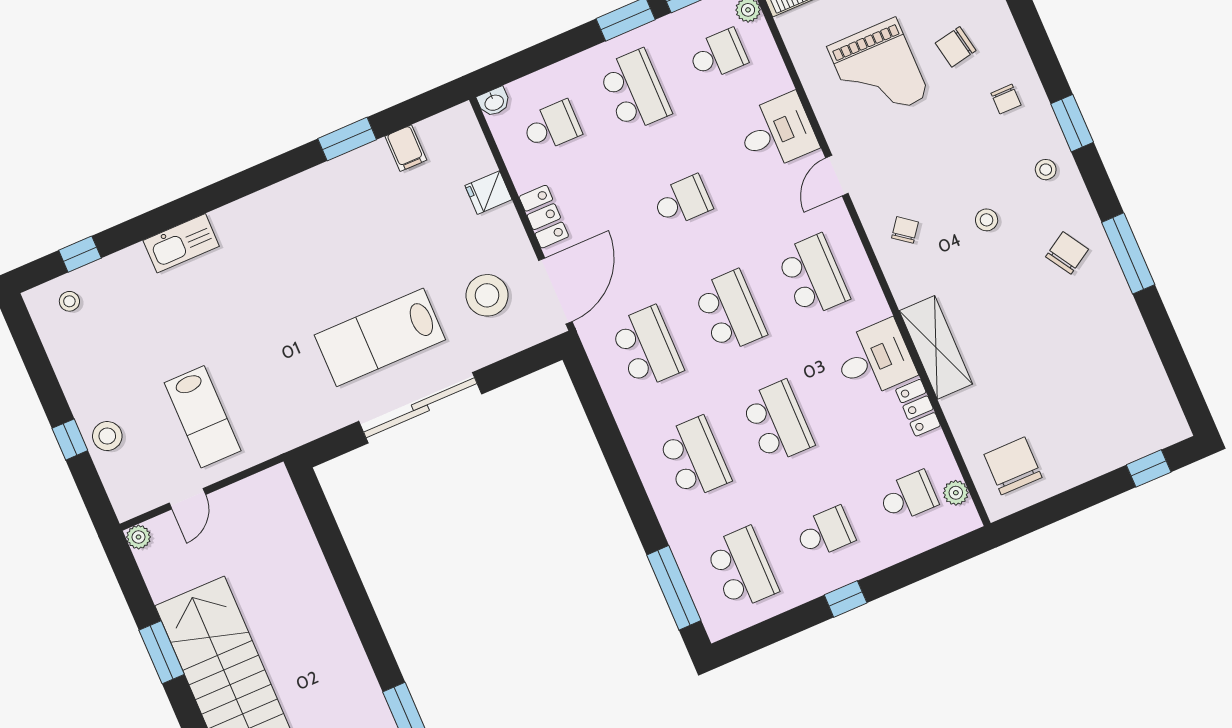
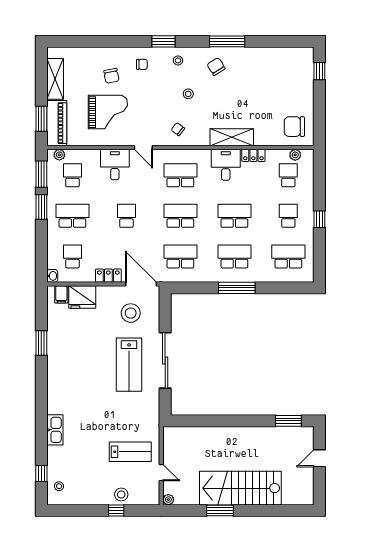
filing cabinet: (406, 148) -> (61, 294), moved, turned 90
fridge: (488, 193) -> (82, 297), width x1.88, depth x1.34
window: (674, 588) -> (237, 288), moved

